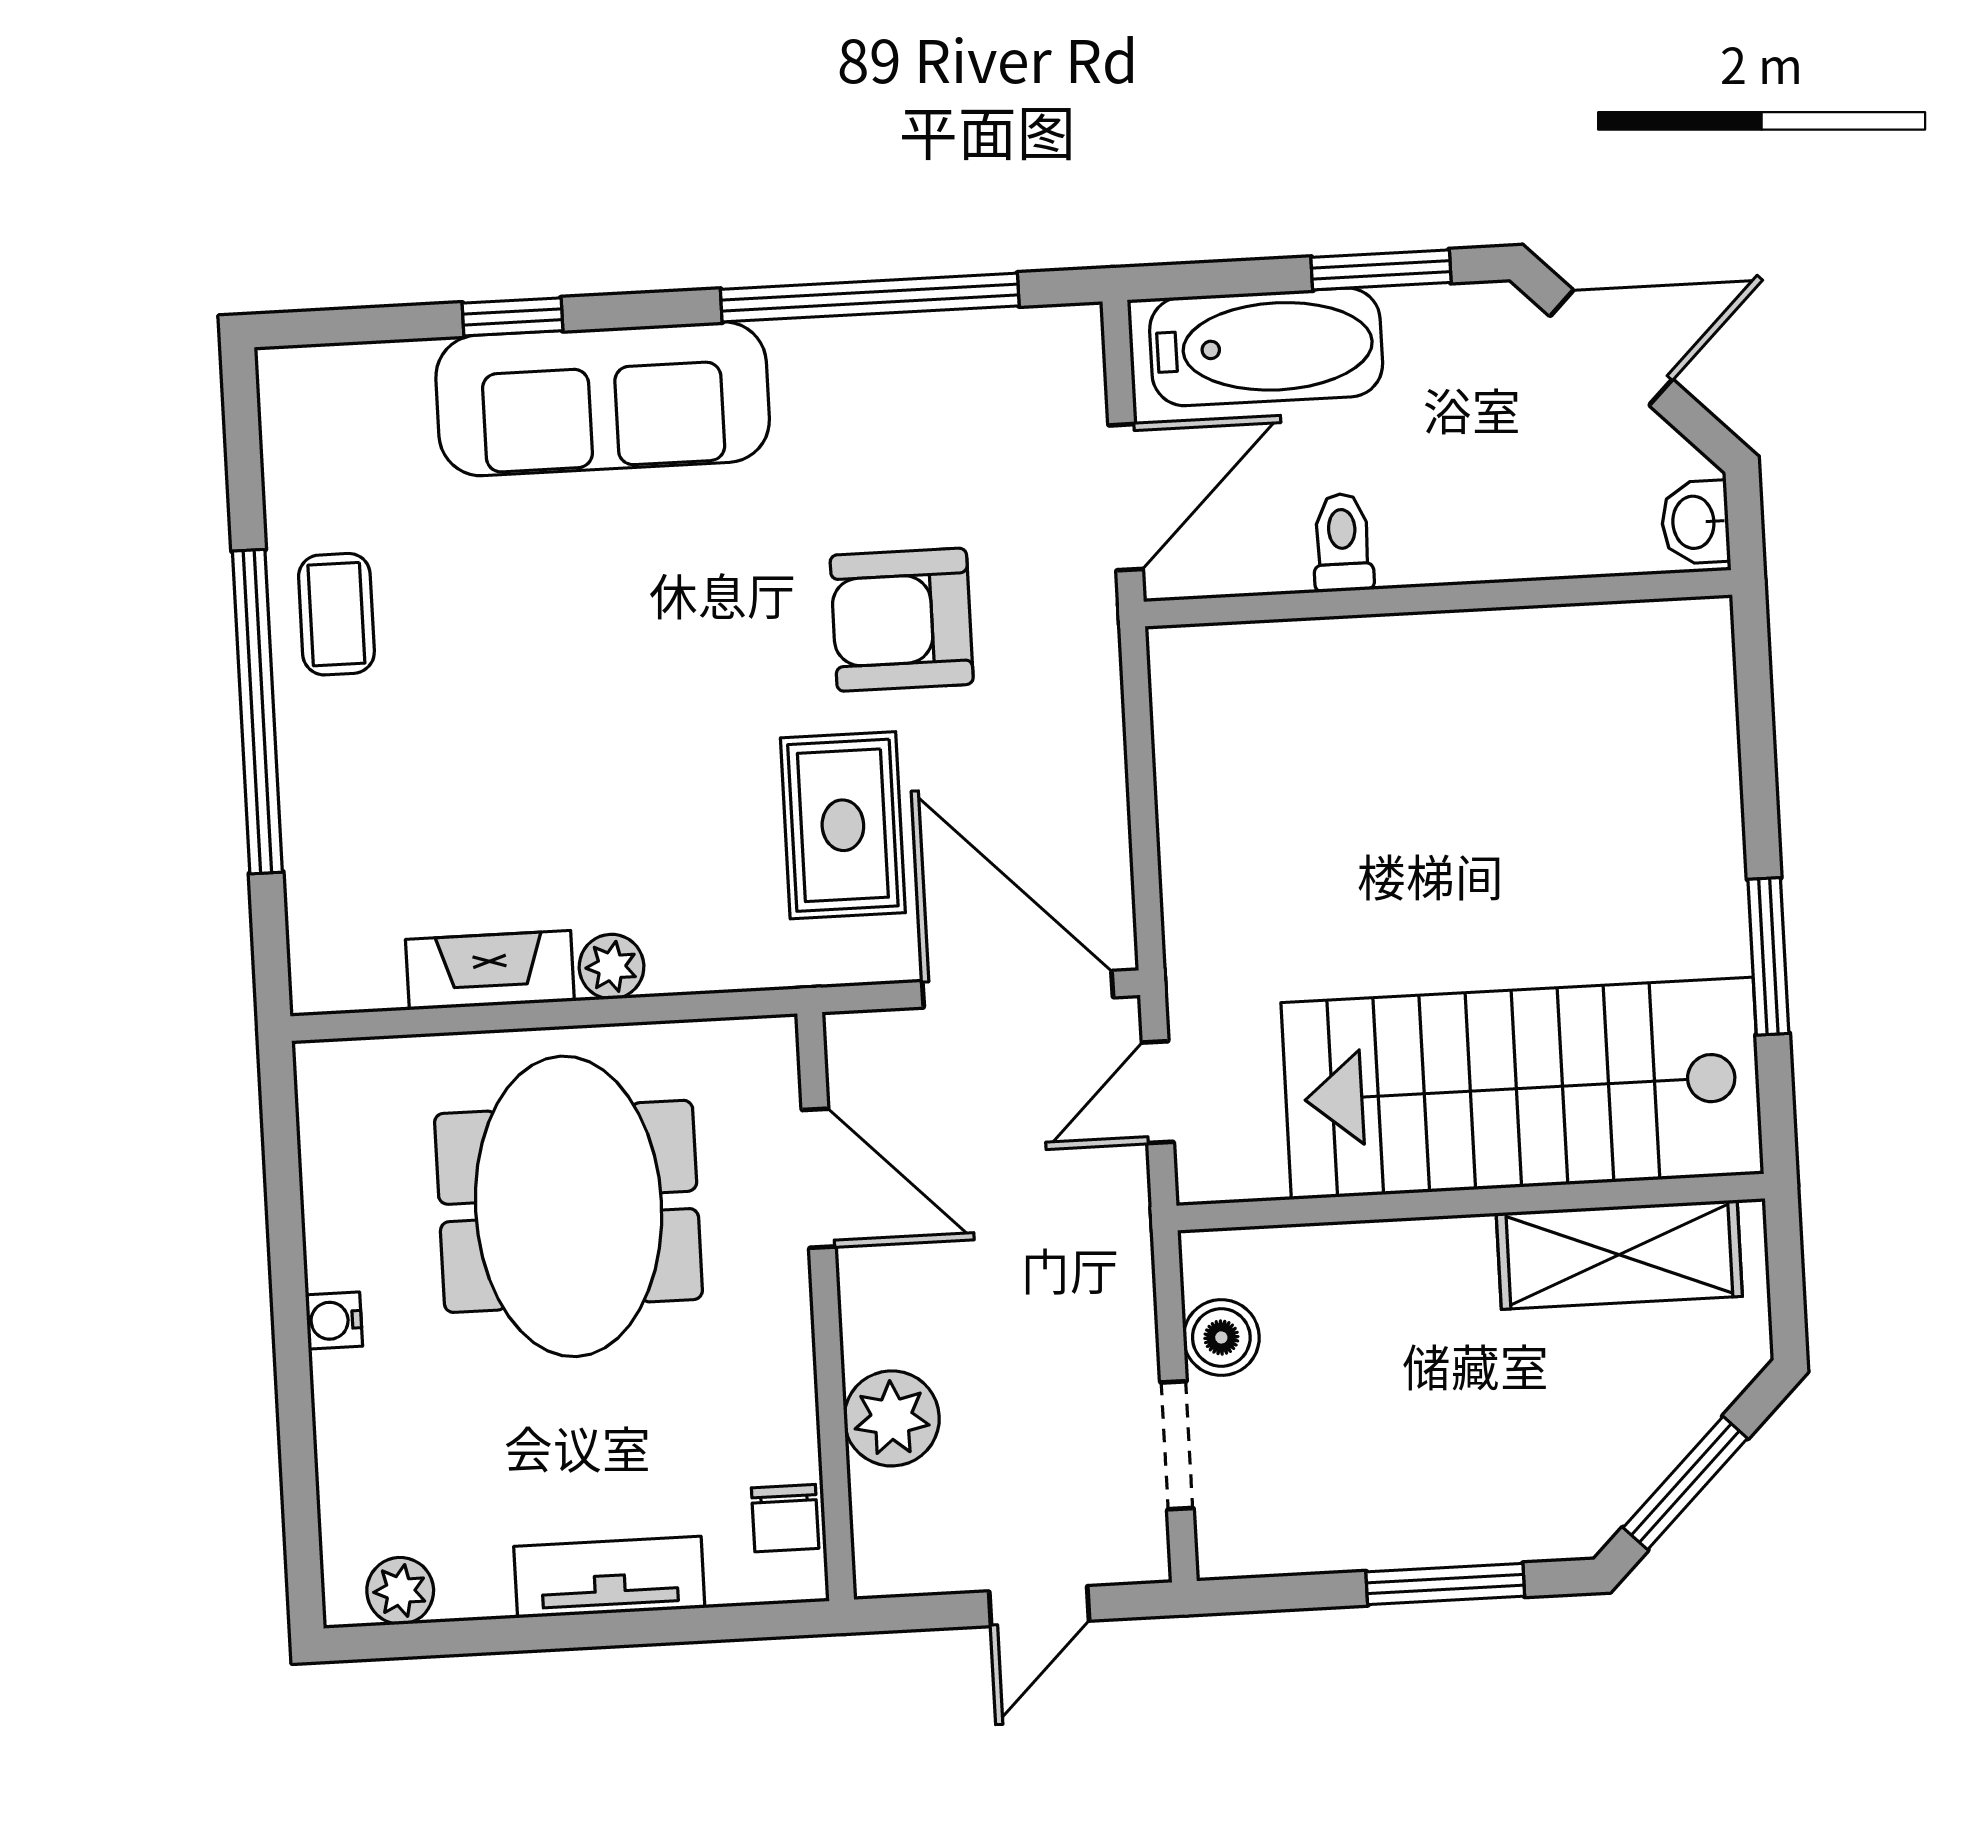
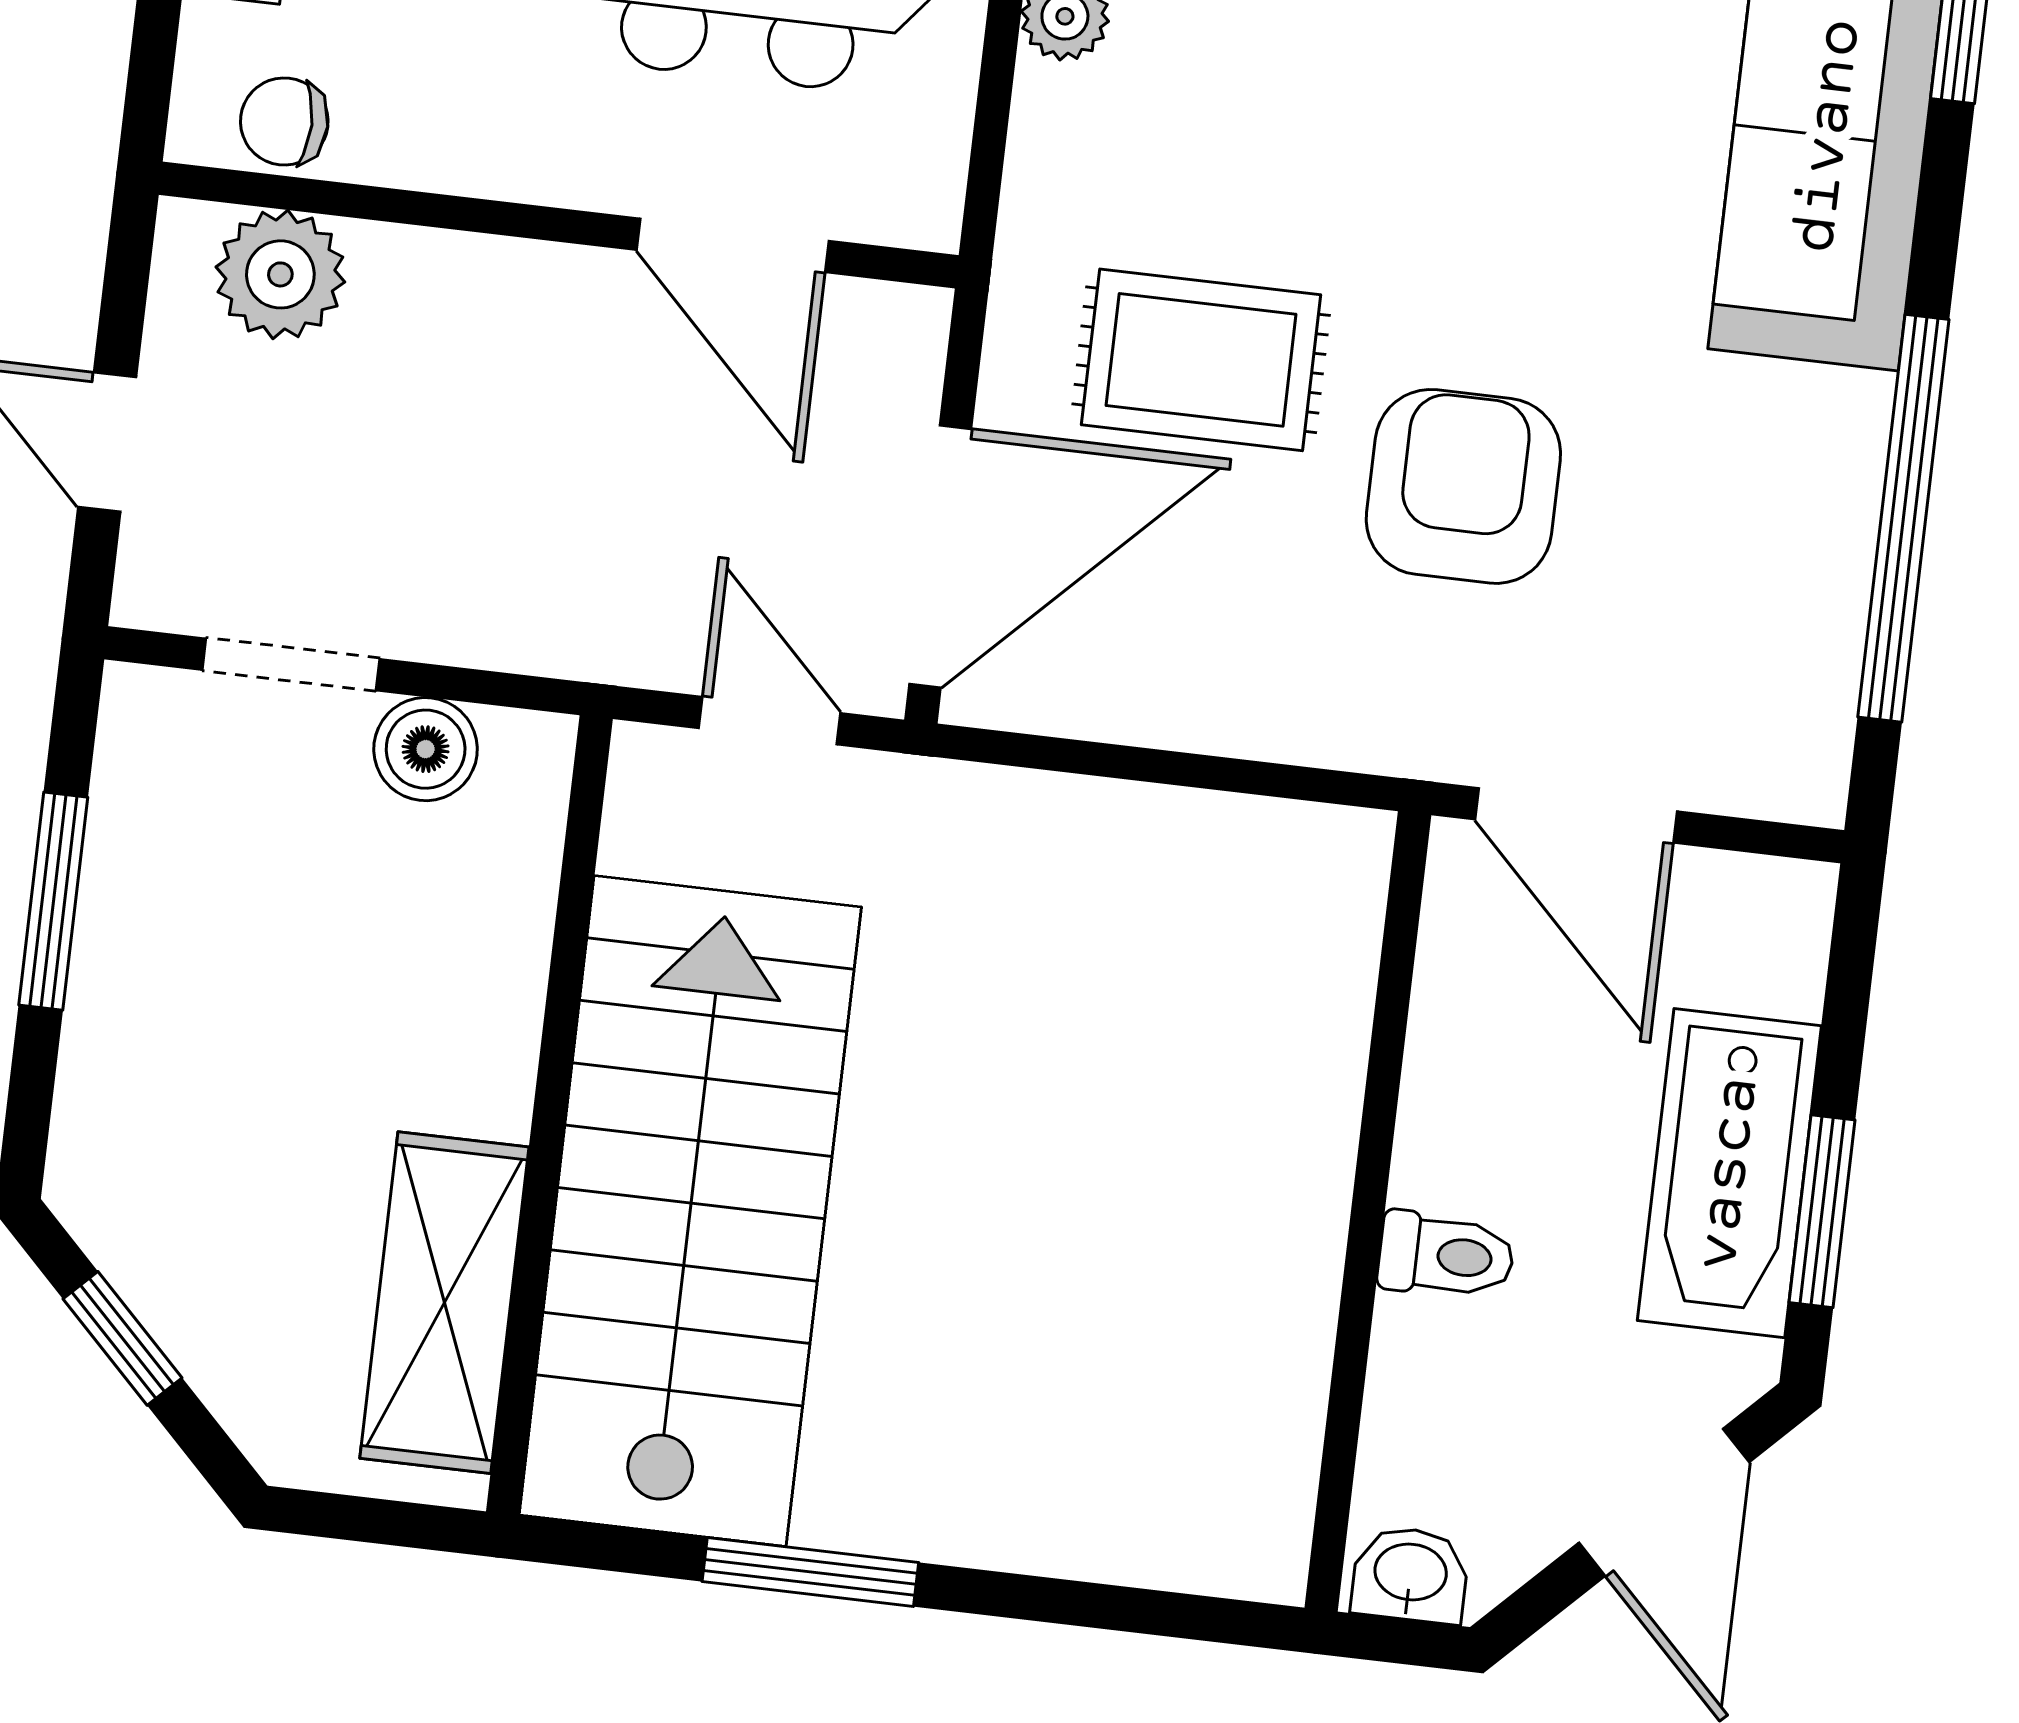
bathtub: (1266, 347) -> (1729, 1173), moved
toilet: (1342, 543) -> (1446, 1256), moved
door: (819, 1178) -> (733, 245), hinge flipped
plant: (892, 1418) -> (280, 274), moved
window: (1685, 1483) -> (122, 1338), width x0.67
window: (1445, 1584) -> (53, 901), moved

